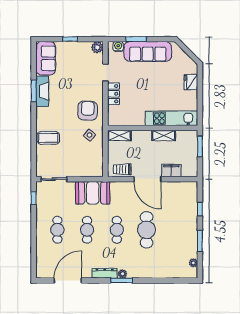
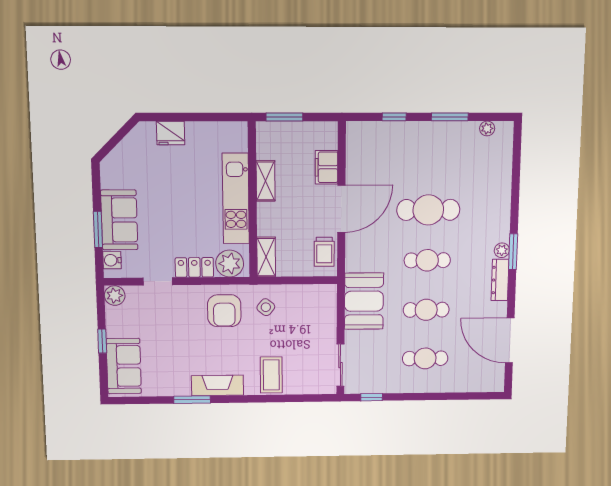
sofa: (148, 51) -> (119, 220), width x0.73
sofa: (46, 58) -> (124, 366), moved, turned 90
fireplace: (42, 91) -> (217, 385), moved
armchair: (88, 111) -> (224, 311), turned -92
plant: (116, 114) -> (230, 264), added
kitchen unit: (171, 118) -> (236, 199), moved

